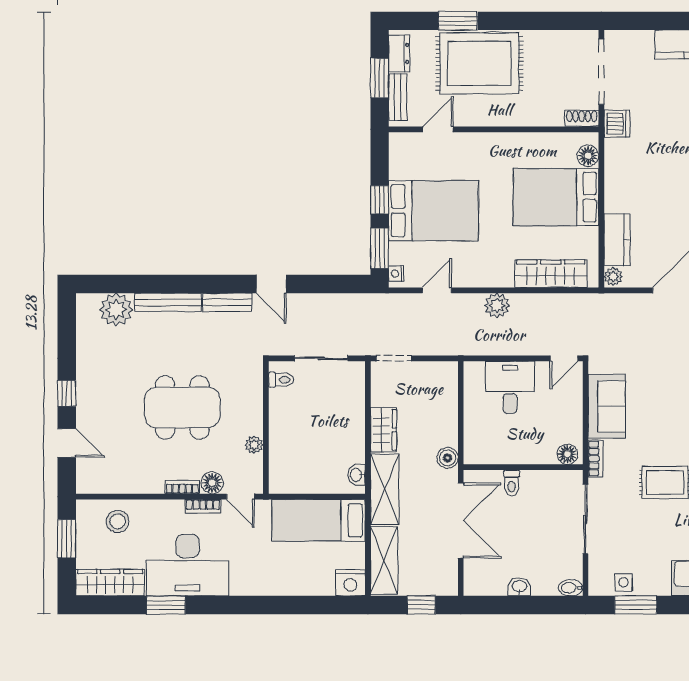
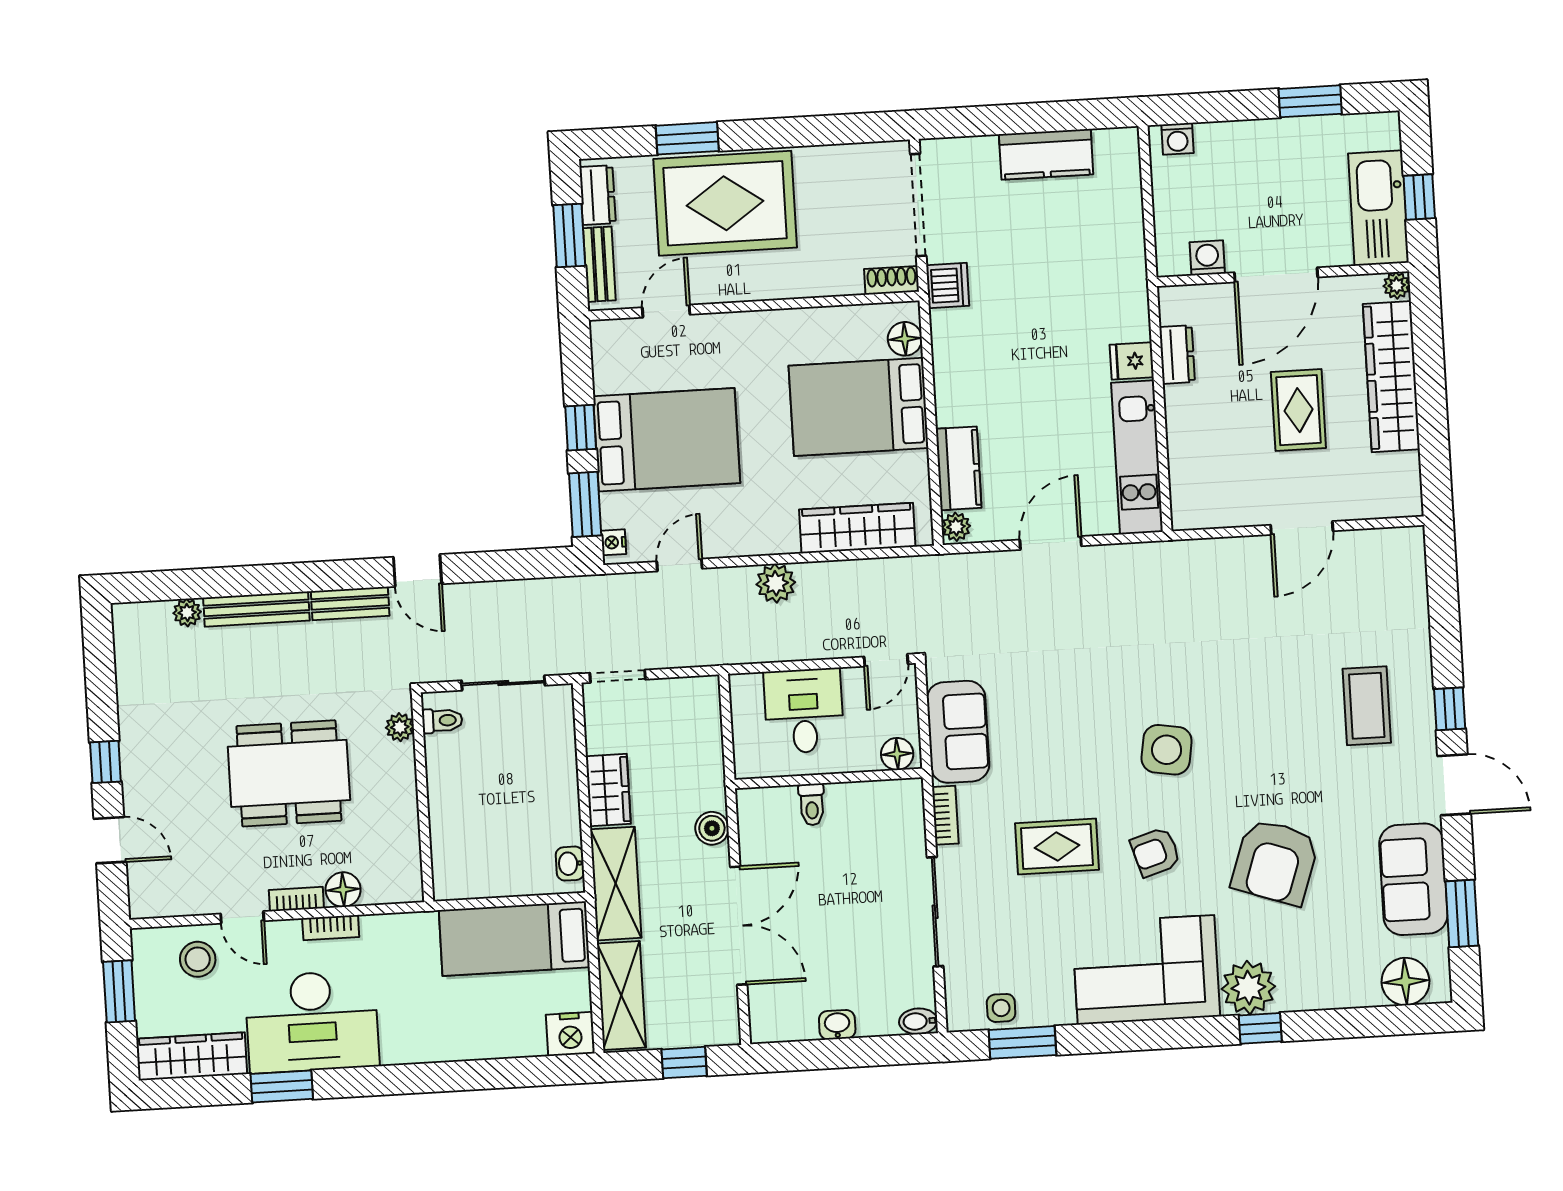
plant: (116, 310) -> (187, 613), width x0.53, depth x0.53
plant: (254, 445) -> (400, 727), moved
floor lamp: (567, 454) -> (897, 754), moved
wall: (523, 467) -> (829, 778), moved
toilet: (512, 483) -> (812, 805), moved
door: (241, 497) -> (242, 917), moved

